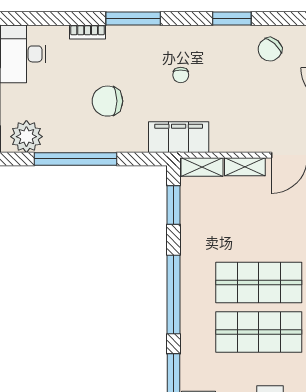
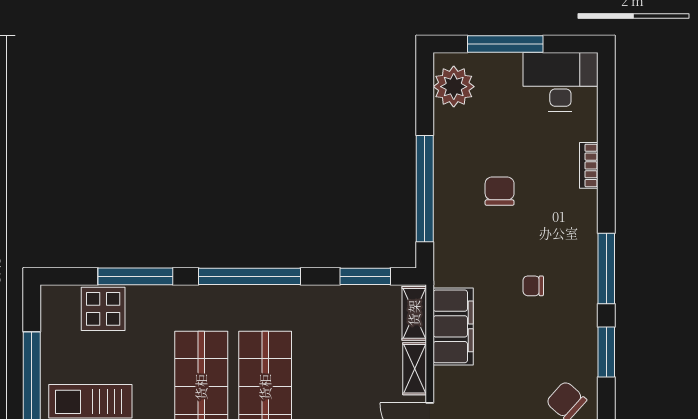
window: (133, 18) -> (606, 268), moved
chair: (107, 101) -> (500, 191), width x0.73, depth x0.73
filing cabinet: (179, 137) -> (453, 326), moved
window: (75, 159) -> (425, 189), moved

